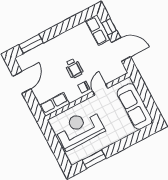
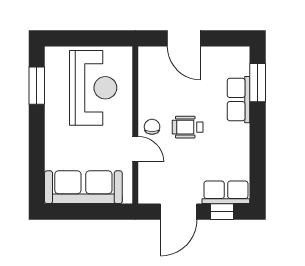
door: (22, 82) -> (184, 38), moved
row of seats: (54, 104) -> (239, 100), moved, turned 180

